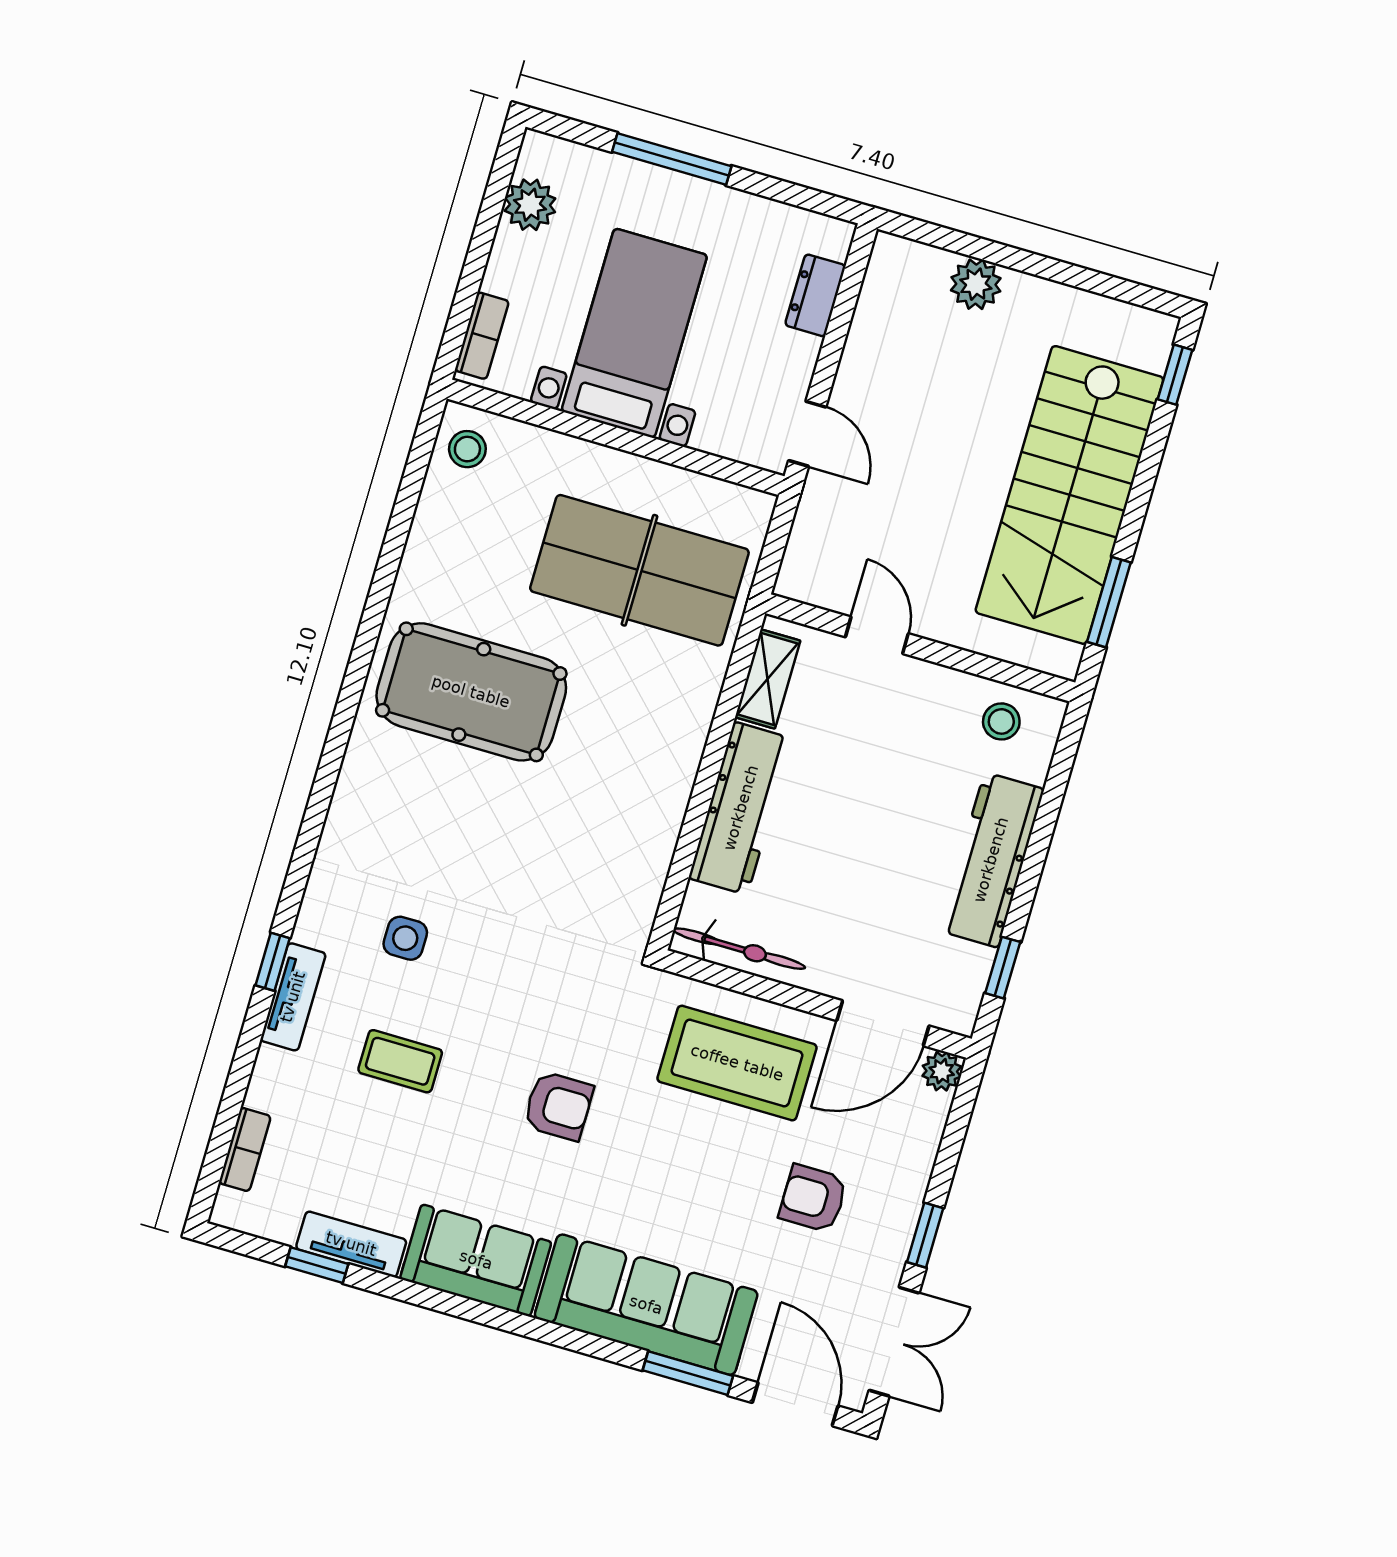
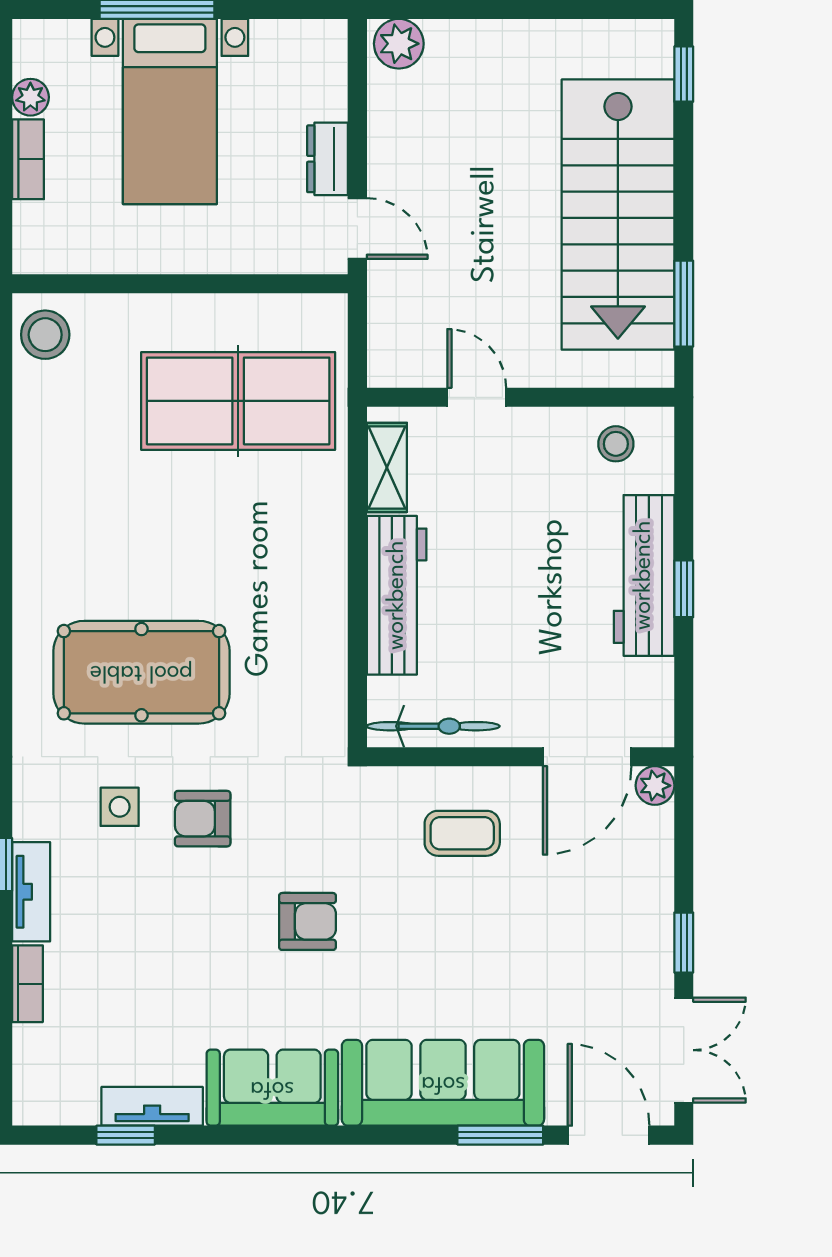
plant: (530, 205) -> (30, 97), width x0.73, depth x0.73
plant: (976, 284) -> (399, 44), moved
dresser: (815, 295) -> (327, 159), moved
bed with nightstands: (634, 333) -> (170, 111), moved, turned 180
bookcase: (482, 336) -> (28, 159), moved
stool: (467, 449) -> (45, 335), width x1.37, depth x1.37
pool table: (471, 692) -> (141, 672), moved
window: (1003, 968) -> (684, 589), moved
coffee table: (400, 1061) -> (148, 923), removed
coffee table: (737, 1063) -> (462, 833), width x0.54, depth x0.58
bookcase: (245, 1150) -> (27, 984), moved
armchair: (813, 1198) -> (203, 819), moved

